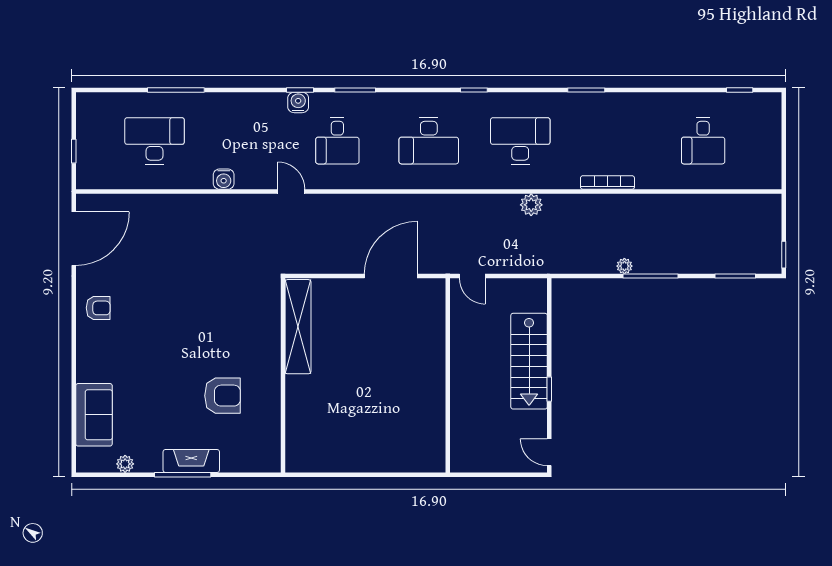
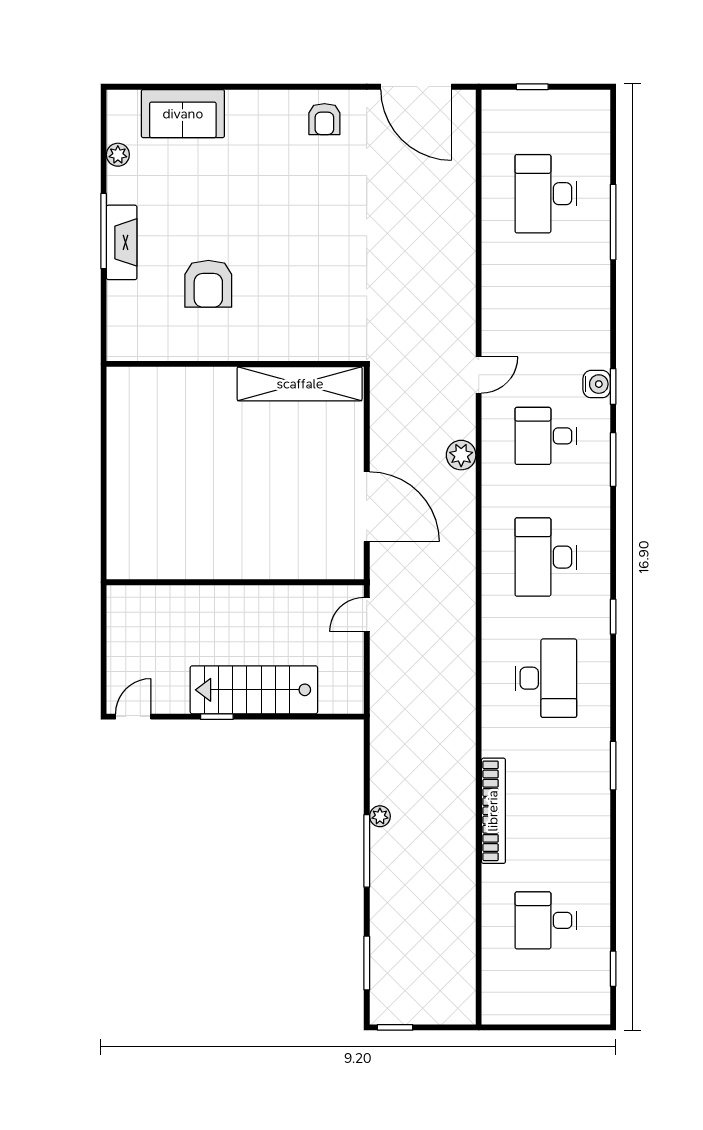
desk: (155, 141) -> (546, 194), turned 180
water cooler: (224, 179) -> (495, 285), removed
bookcase: (607, 182) -> (493, 811), width x1.48, depth x1.31
plant: (531, 205) -> (461, 455), moved

